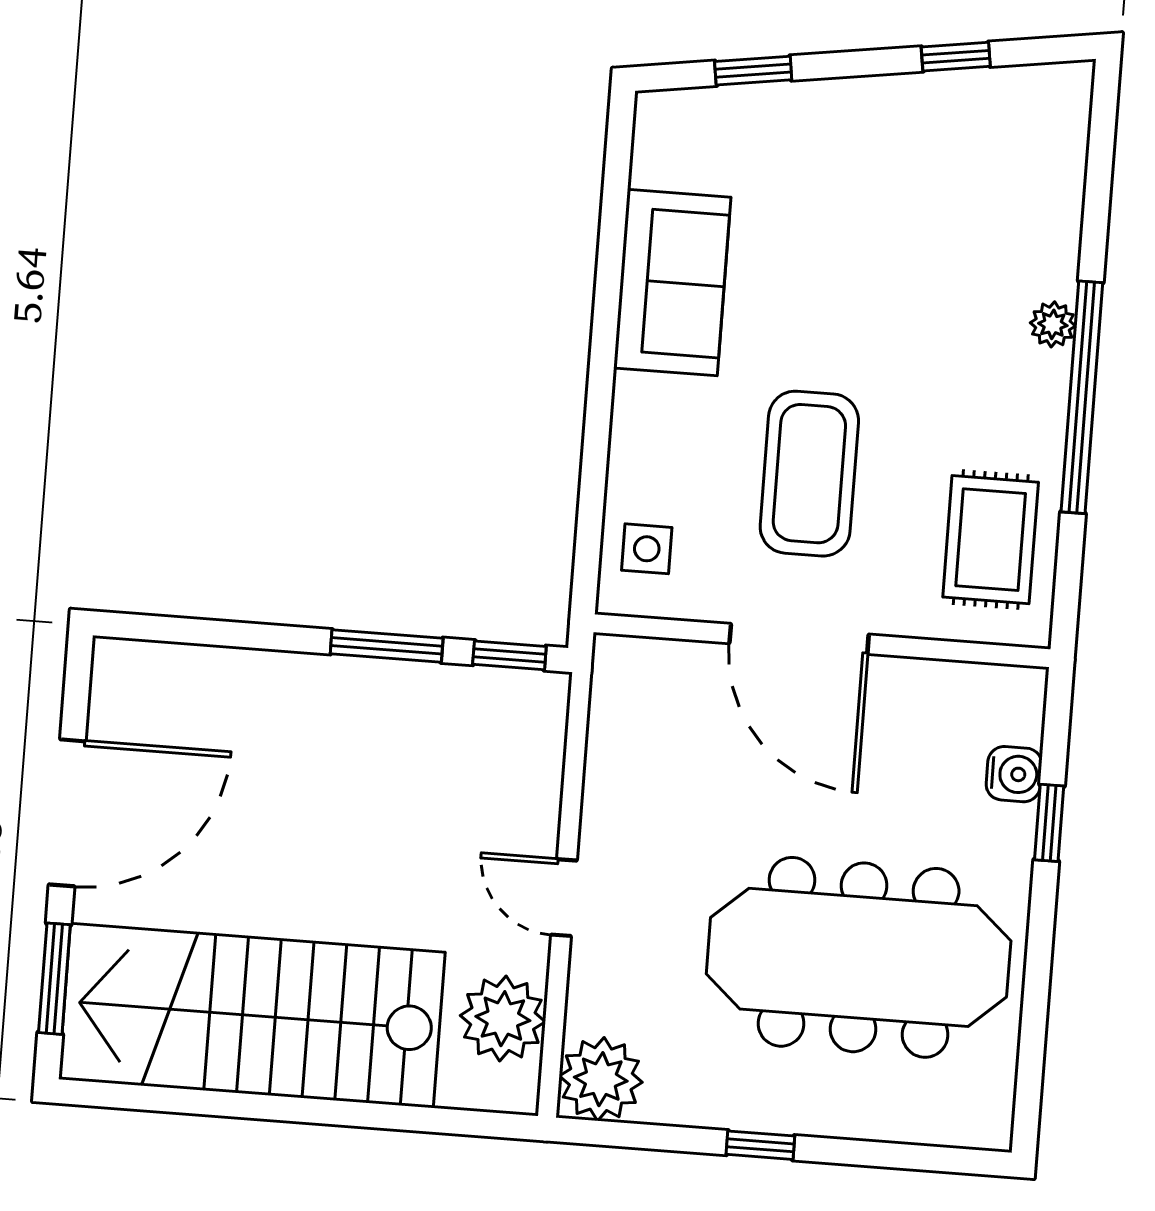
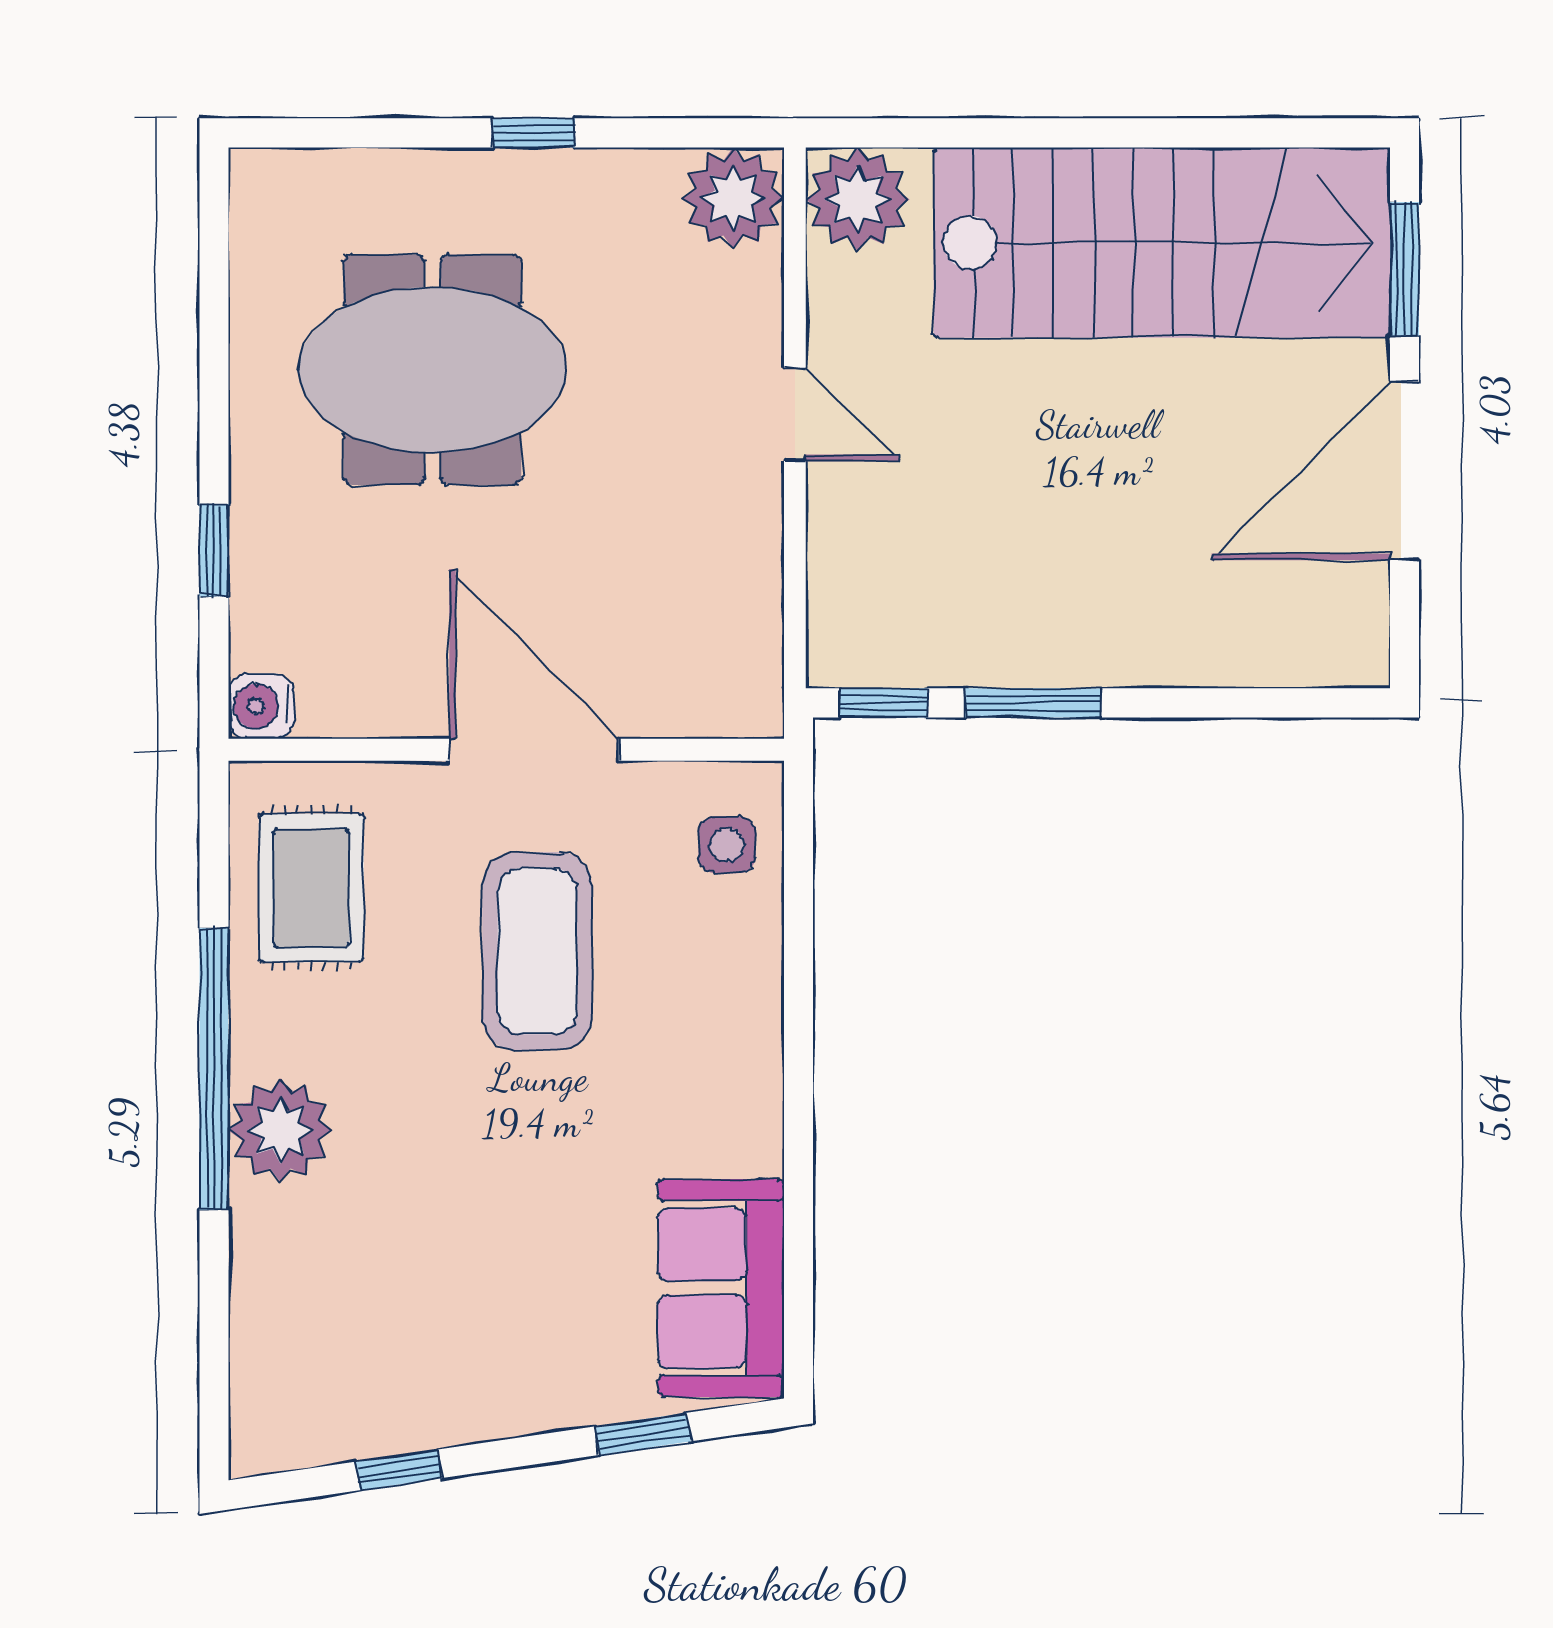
sofa: (672, 283) -> (721, 1288), moved
plant: (1053, 324) -> (280, 1130), width x1.87, depth x1.87
water cooler: (1014, 774) -> (261, 706), moved
meeting table: (859, 957) -> (432, 370), width x0.73
plant: (503, 1019) -> (858, 199), moved

